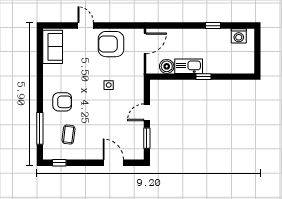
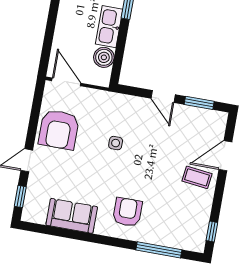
window: (60, 26) -> (20, 196), added
sofa: (53, 47) -> (72, 216), moved
coffee table: (69, 135) -> (197, 177), moved

